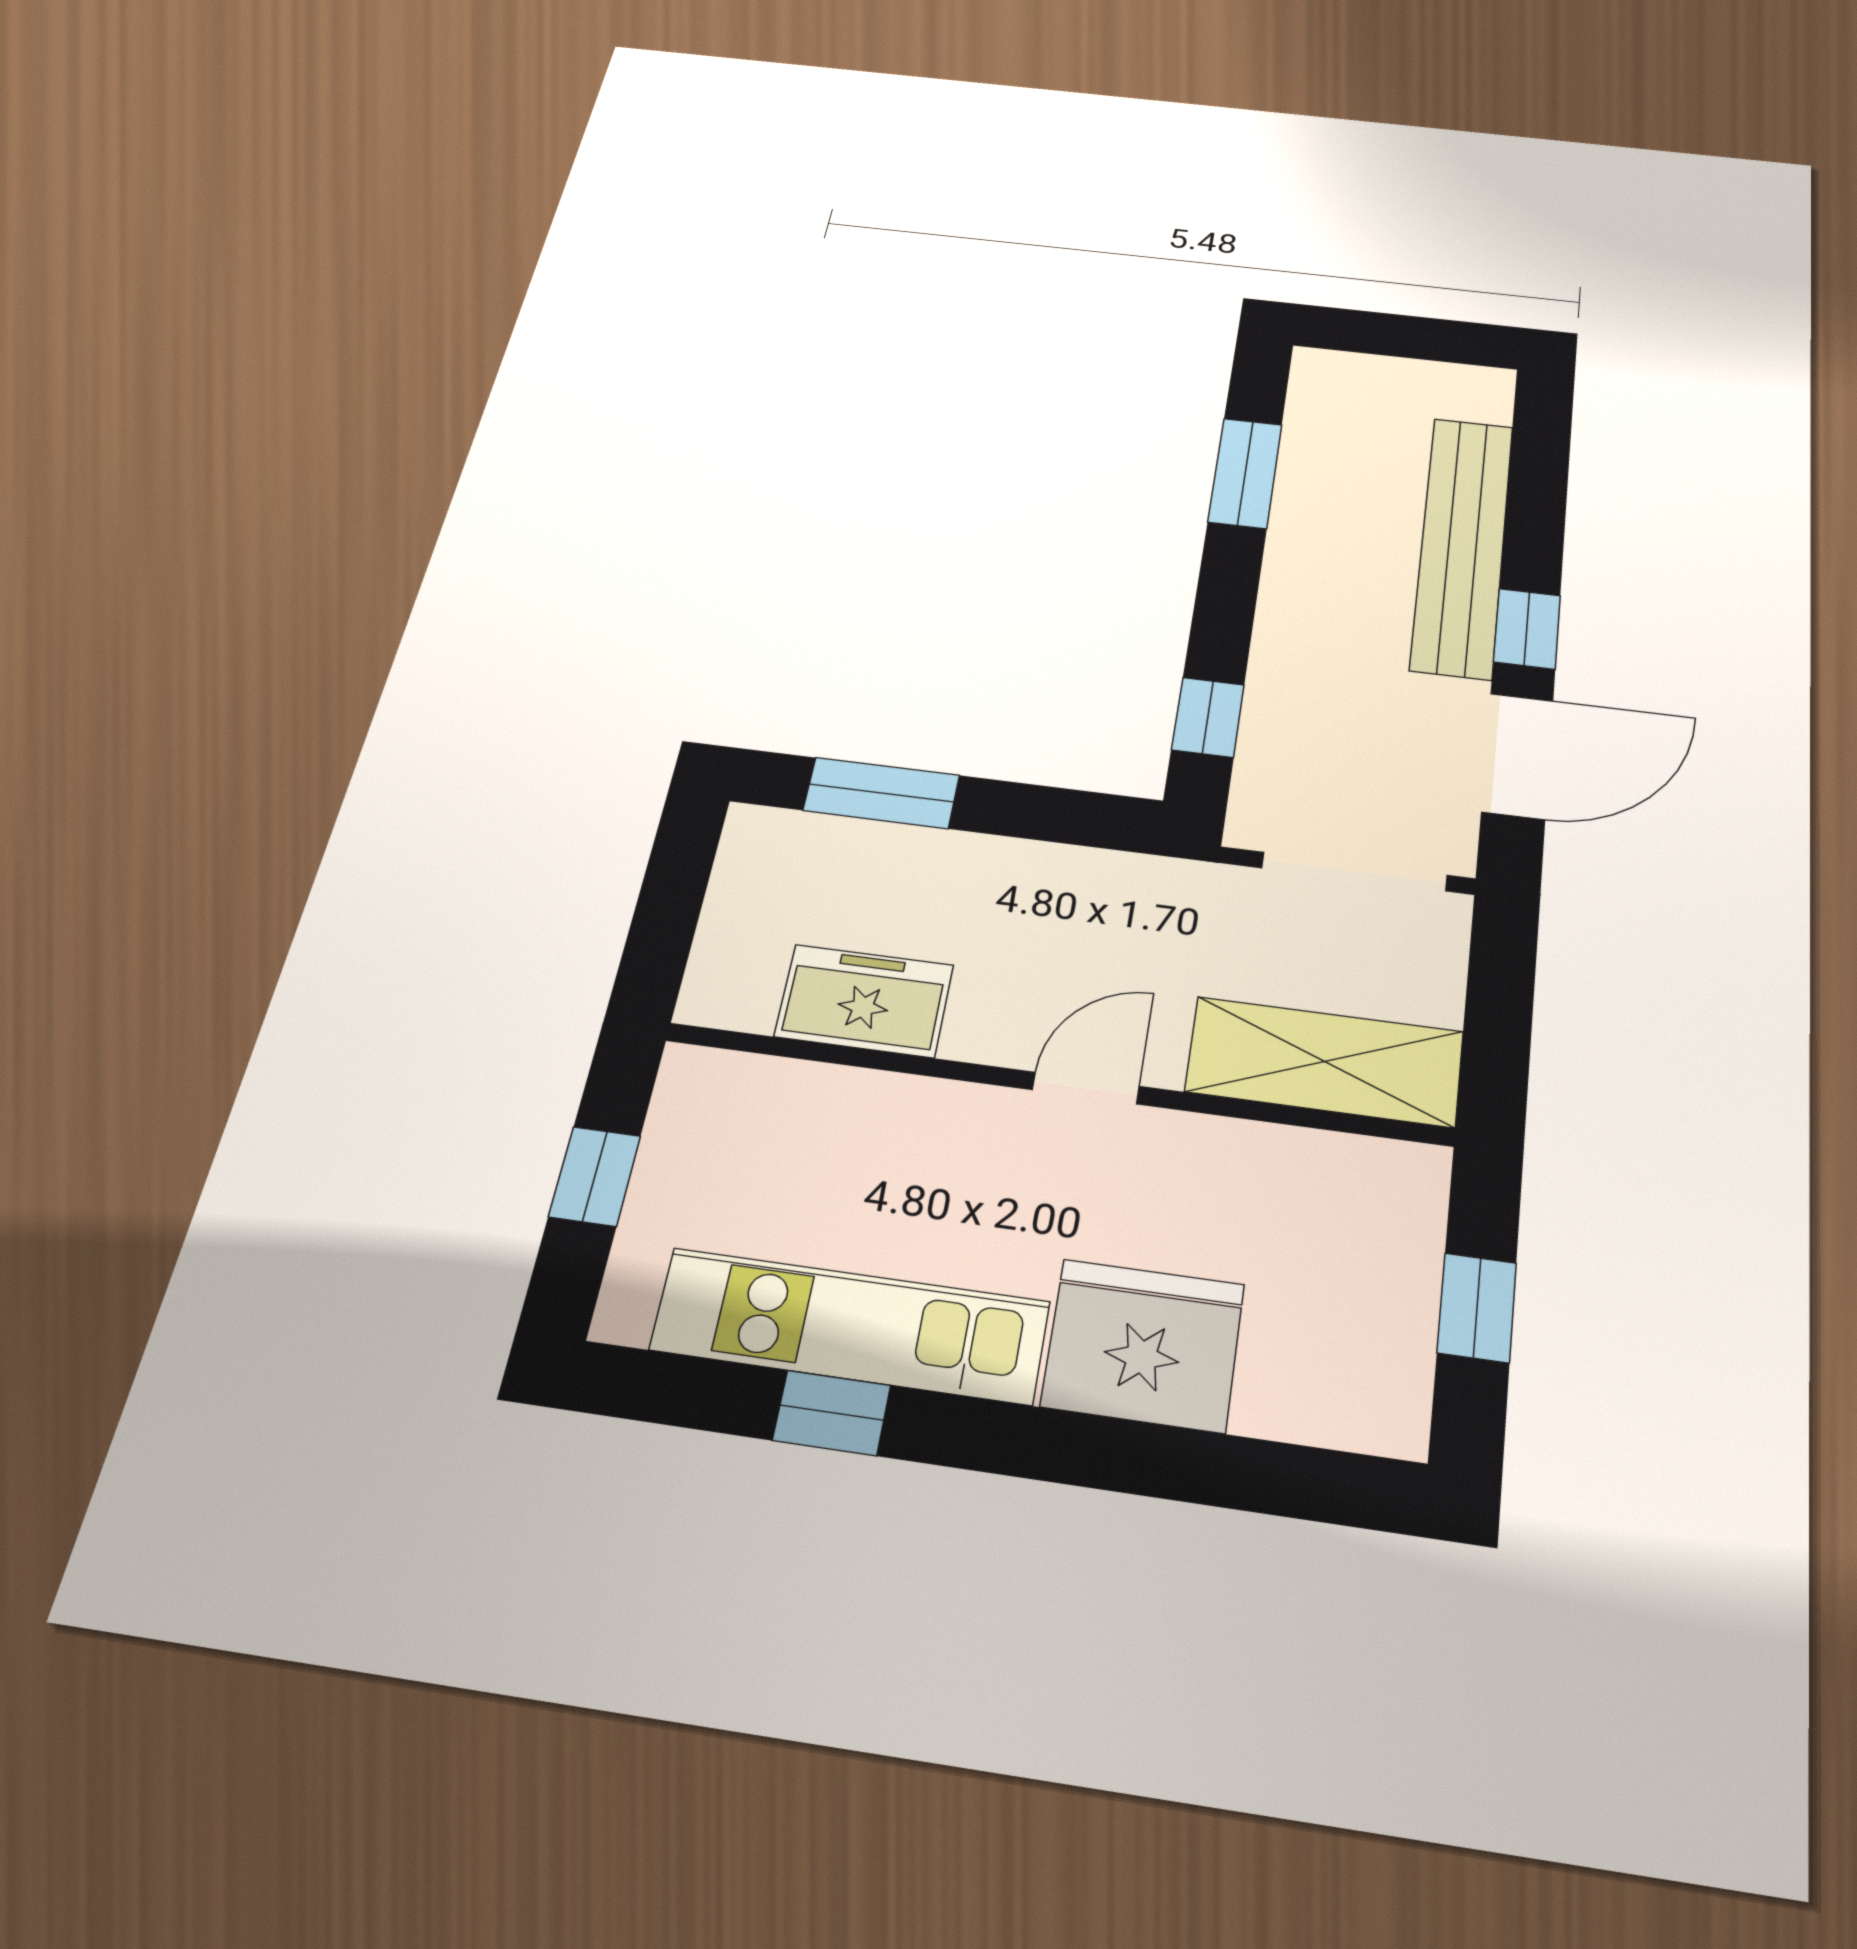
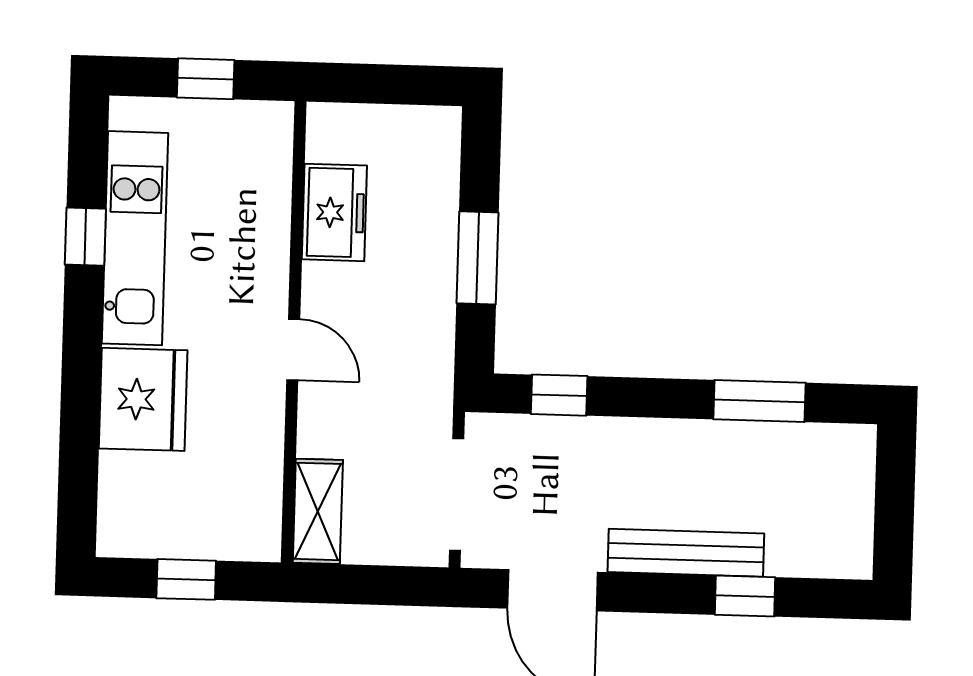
bench: (1462, 546) -> (686, 553), width x0.73, depth x0.82
window: (1527, 629) -> (745, 596), moved
window: (881, 793) -> (477, 258), moved
shelving: (1325, 1062) -> (318, 511), width x0.67, depth x0.75

